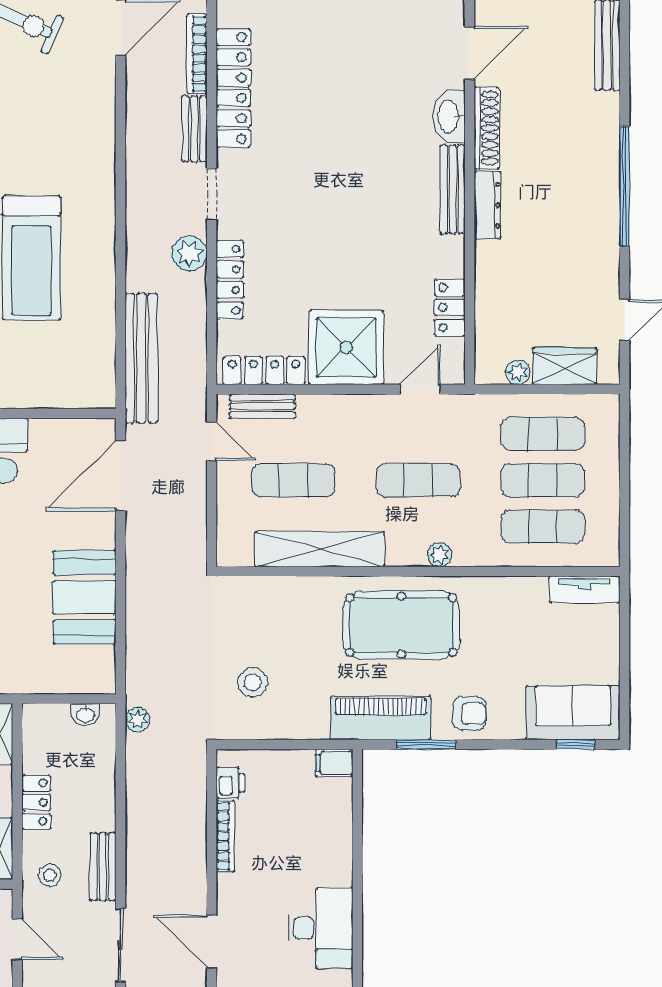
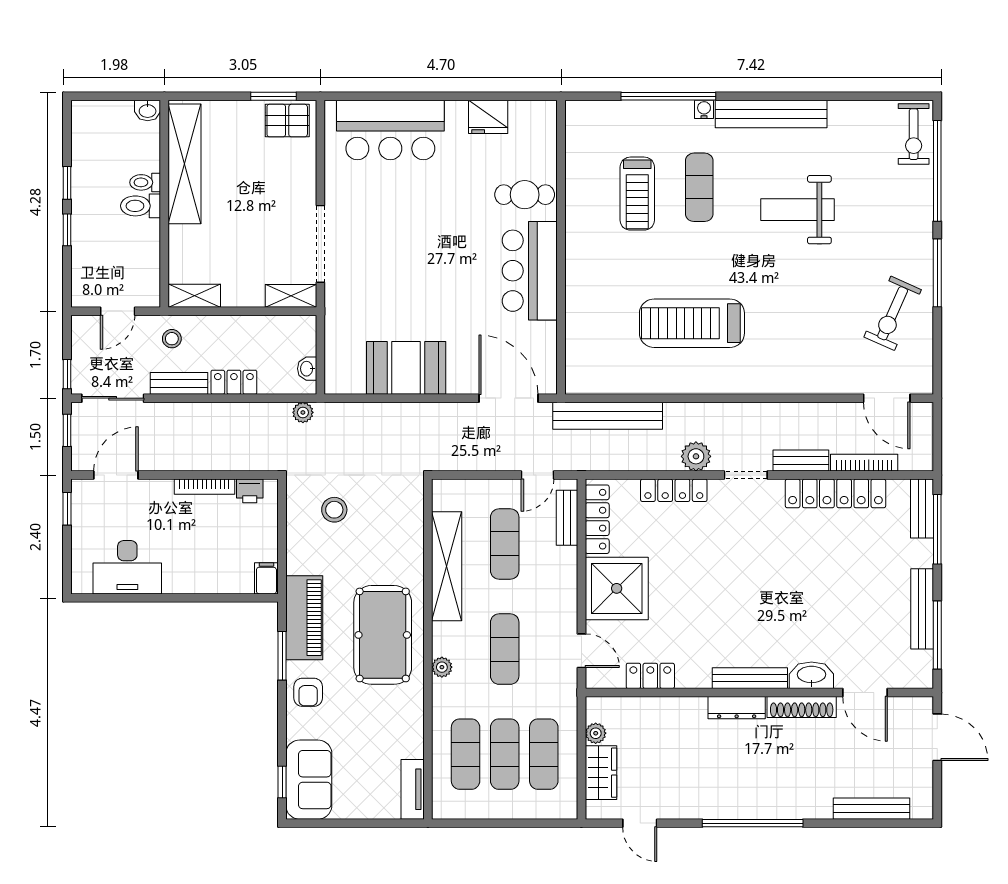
locker: (36, 802) -> (234, 382), moved, turned 180

